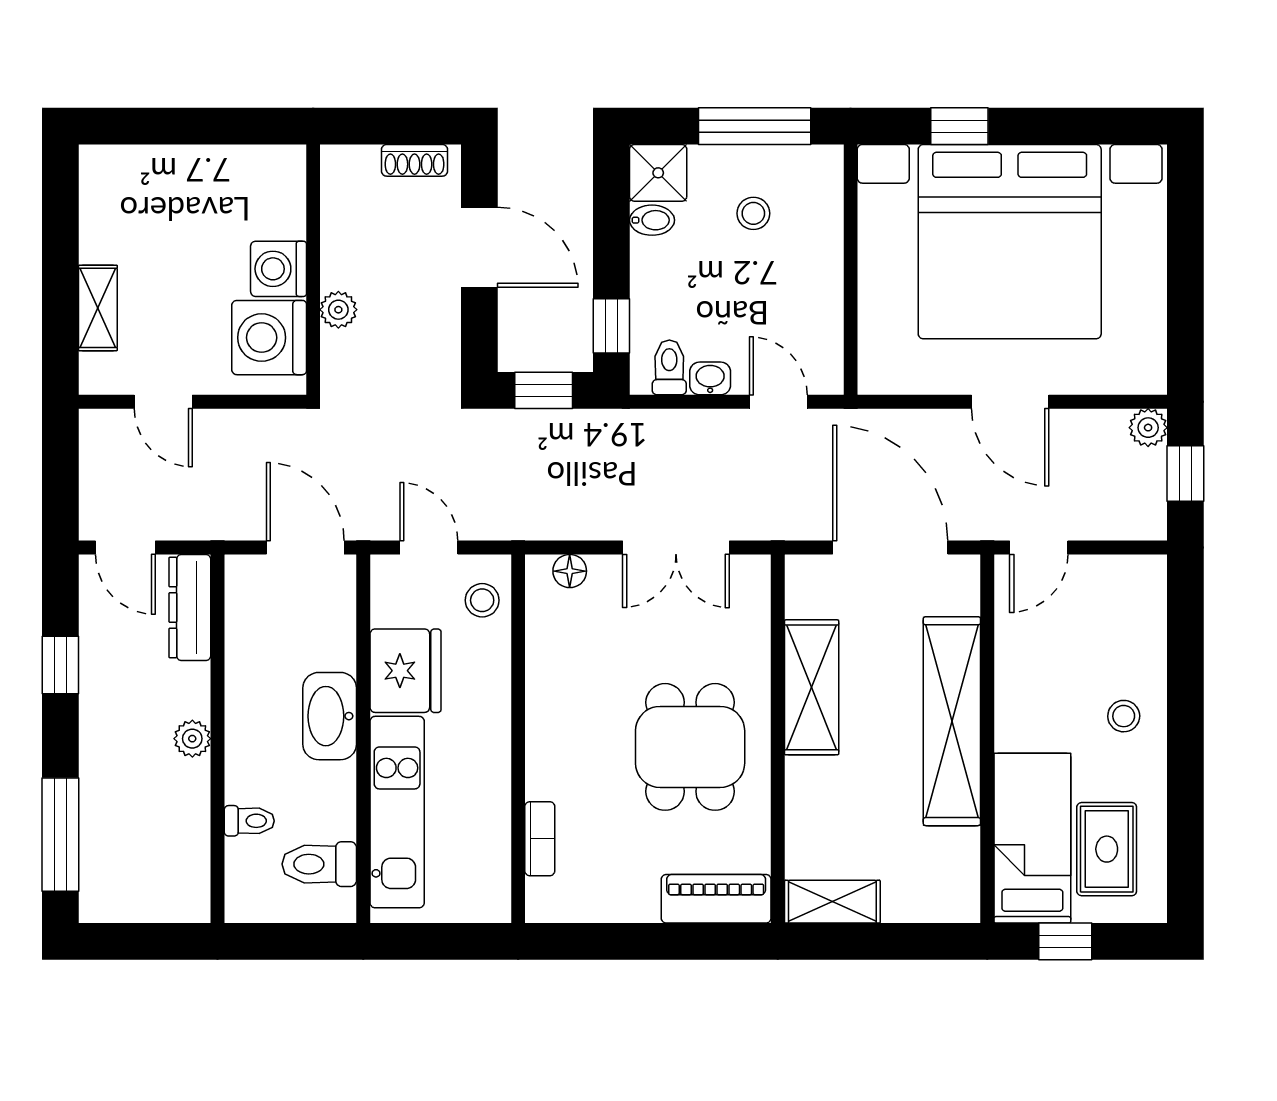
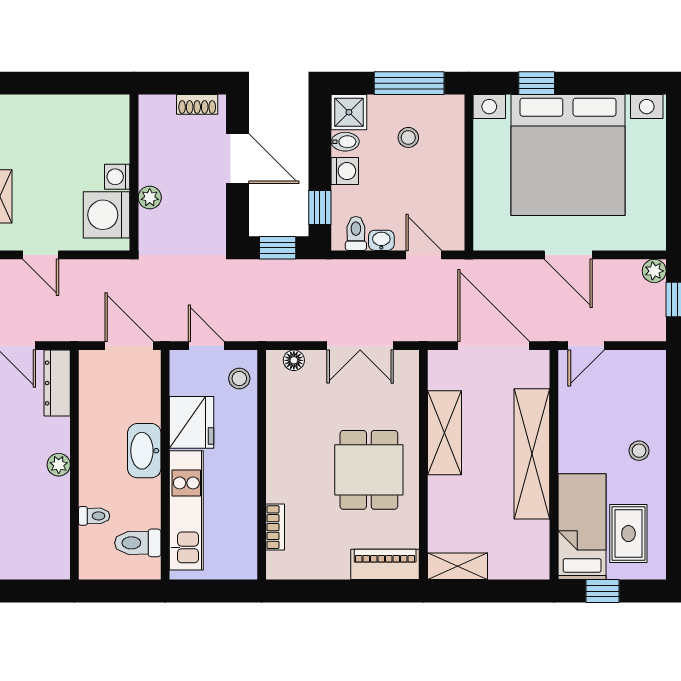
washing machine: (651, 267) -> (345, 171), added
washing machine: (279, 269) -> (117, 177), width x0.73, depth x0.73

